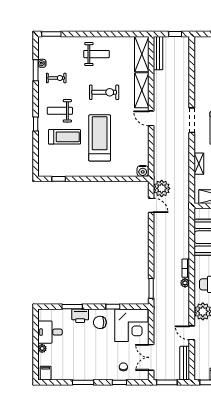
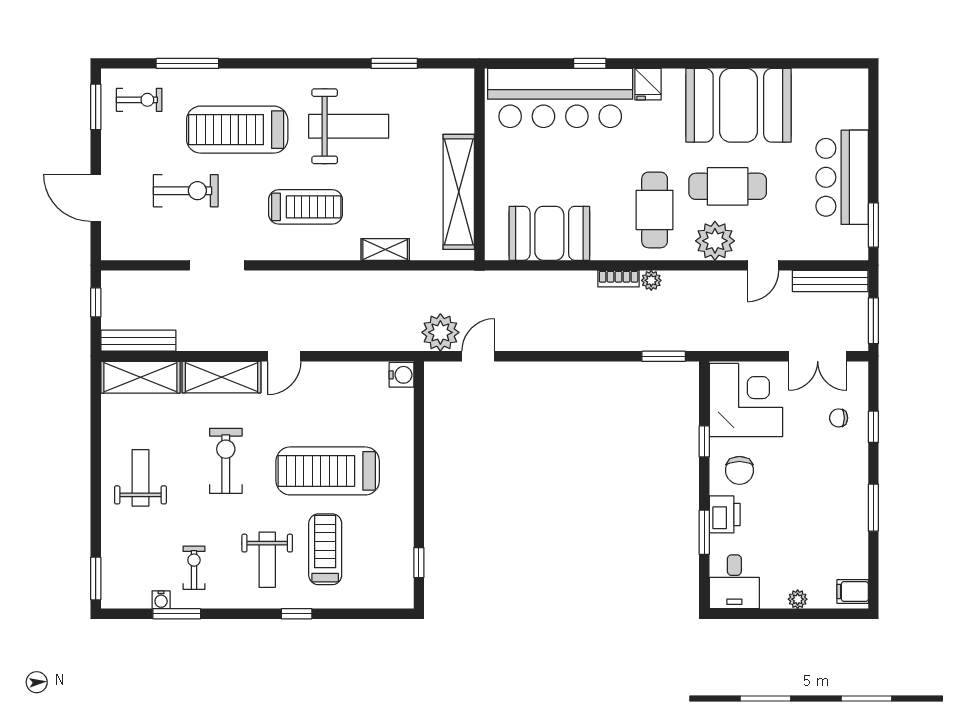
doorway: (192, 120) -> (217, 265), moved
desk: (50, 332) -> (734, 582), moved

